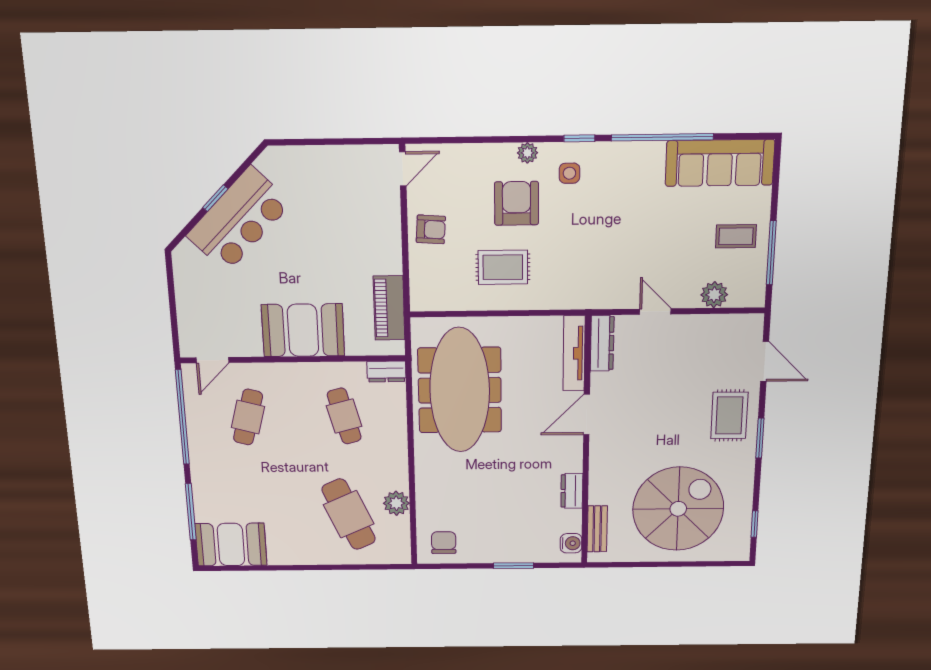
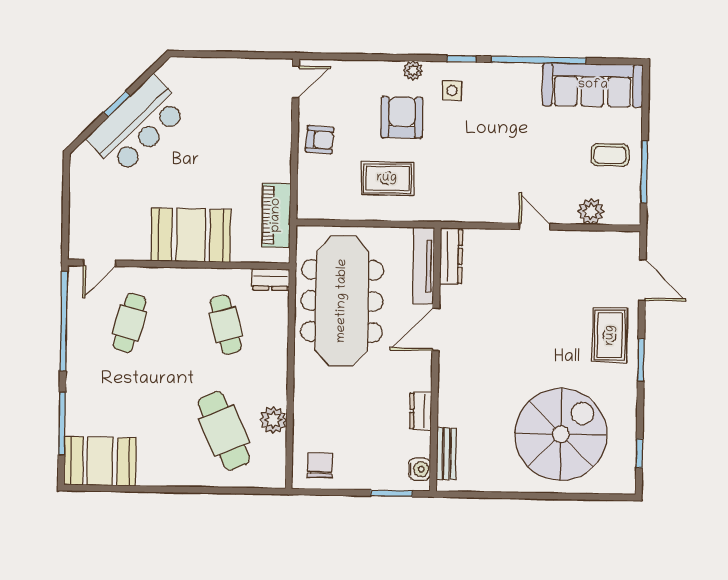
dresser: (602, 343) -> (451, 256), moved
tv unit: (574, 353) -> (424, 266), moved
door: (587, 414) -> (436, 329), moved
wall: (586, 443) -> (435, 359), moved
dresser: (572, 491) -> (421, 411), moved
bench: (597, 529) -> (446, 454), moved
water cooler: (571, 543) -> (419, 469), moved

